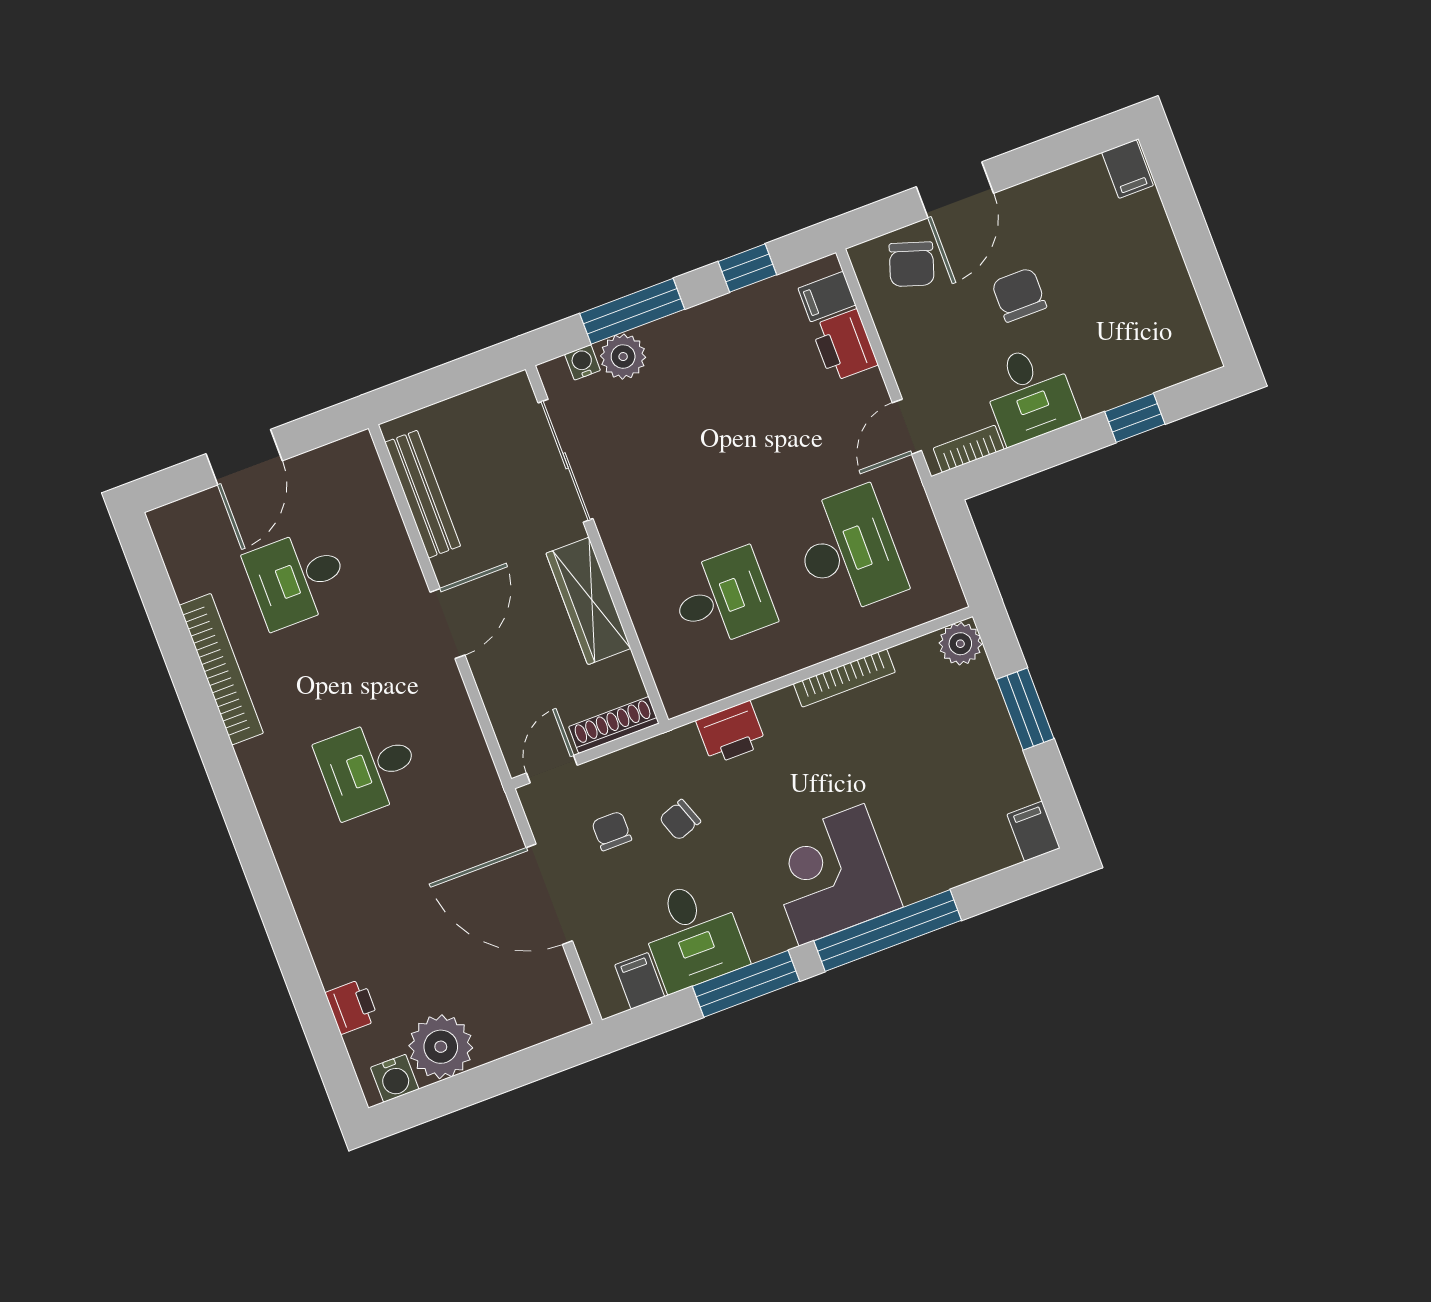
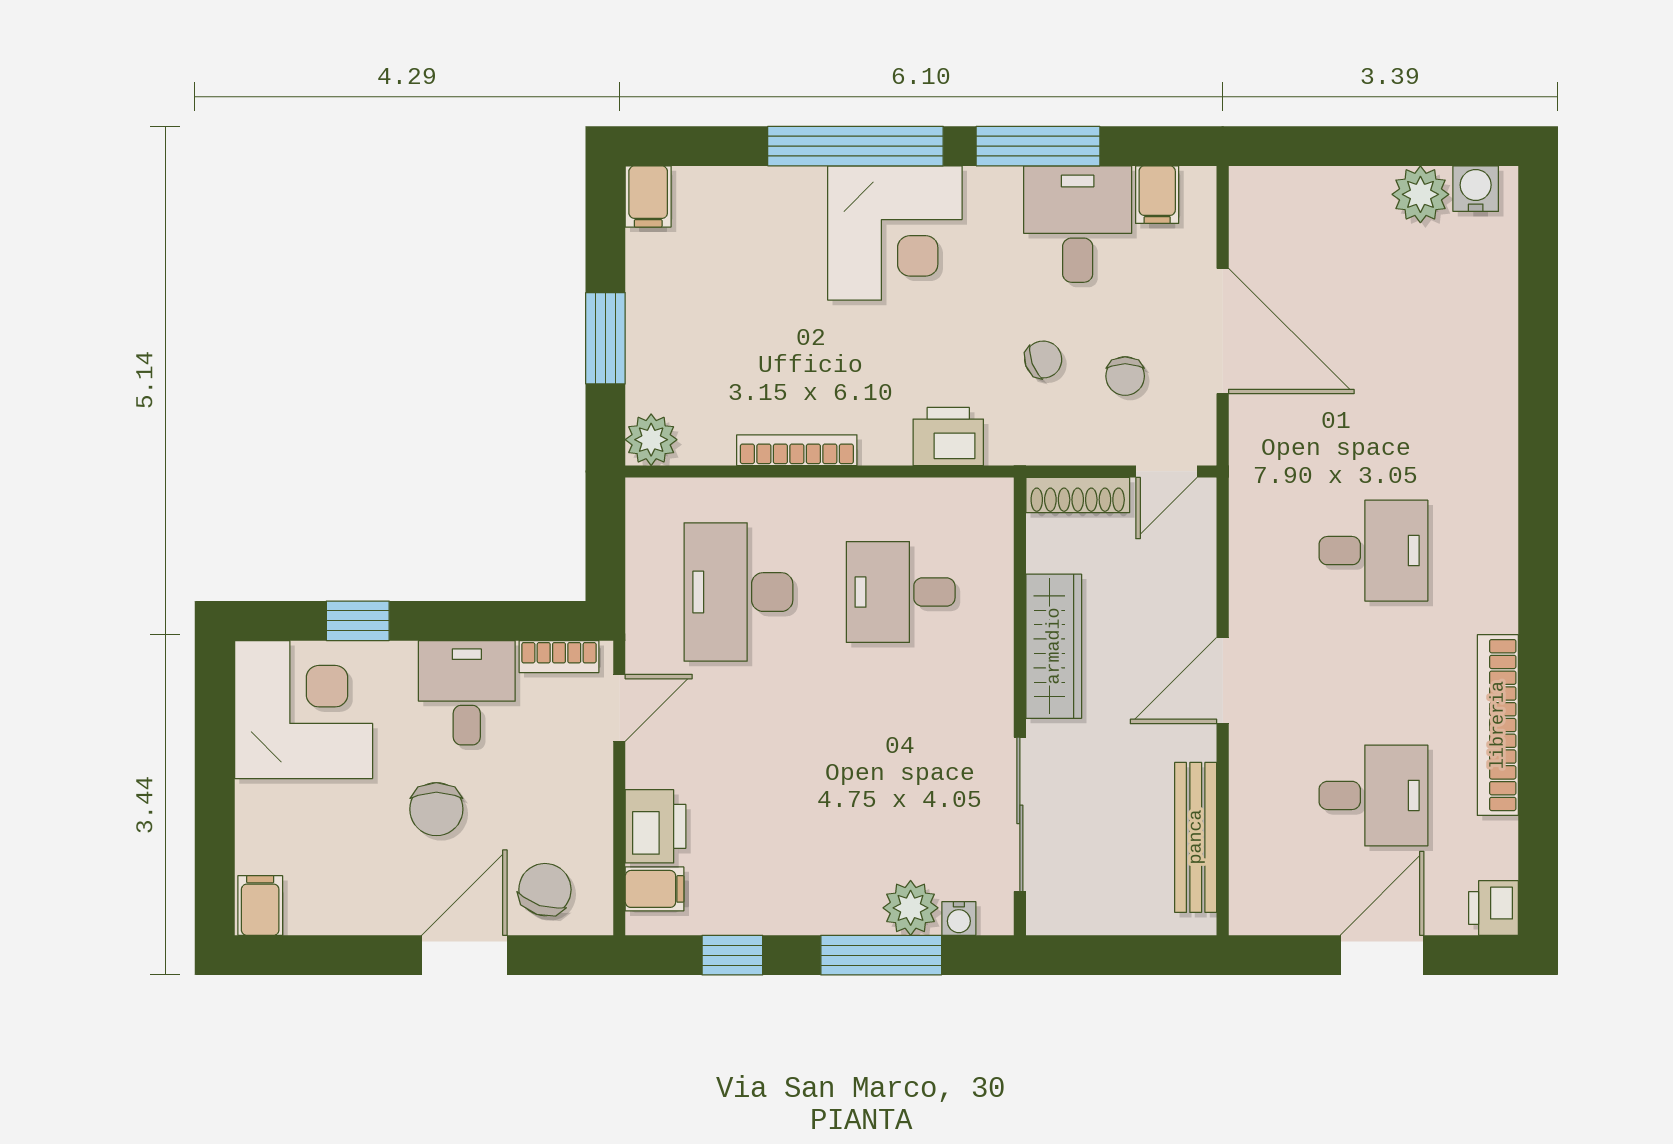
corner desk: (1151, 333) -> (304, 710), added
printer: (352, 1006) -> (1493, 908), moved
plant: (441, 1047) -> (1420, 194), width x0.73, depth x0.73

